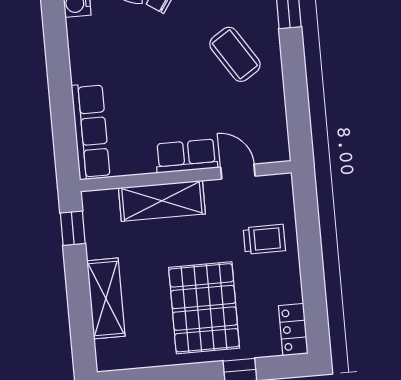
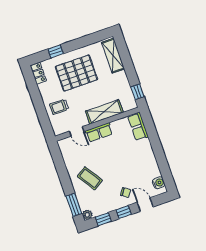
row of seats: (91, 131) -> (138, 127), width x0.68
shelving: (106, 298) -> (113, 56), moved
pallet: (204, 308) -> (76, 73), turned 90

